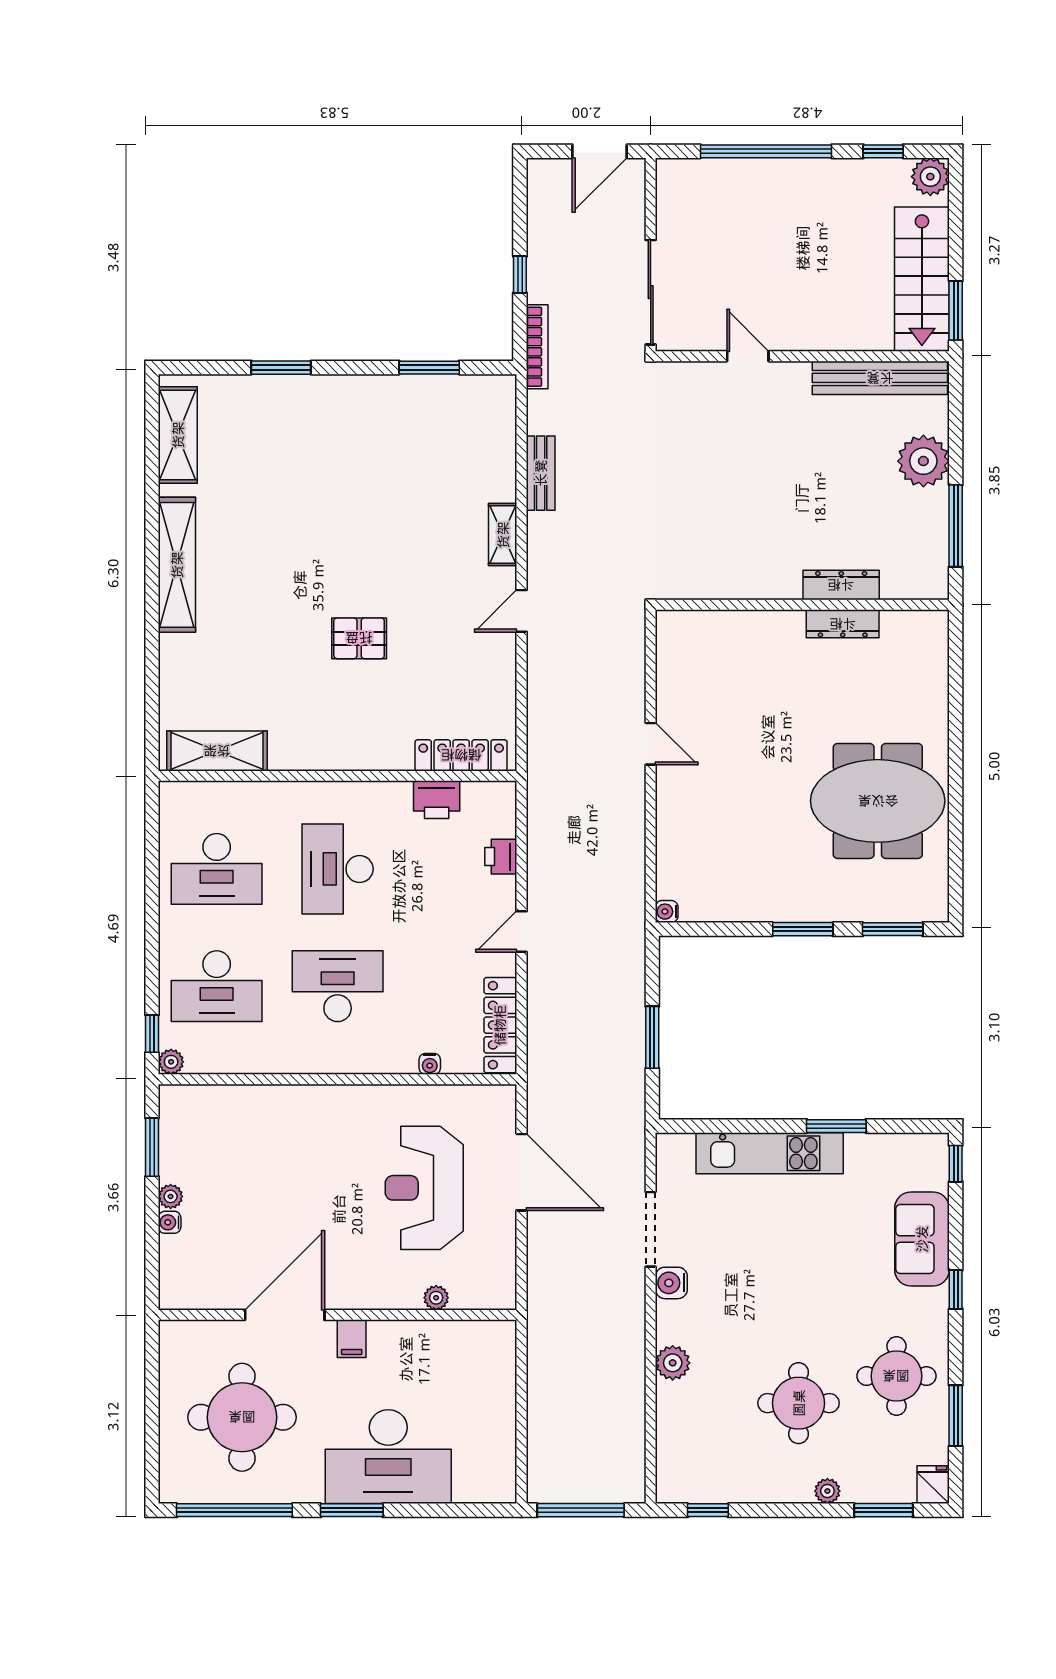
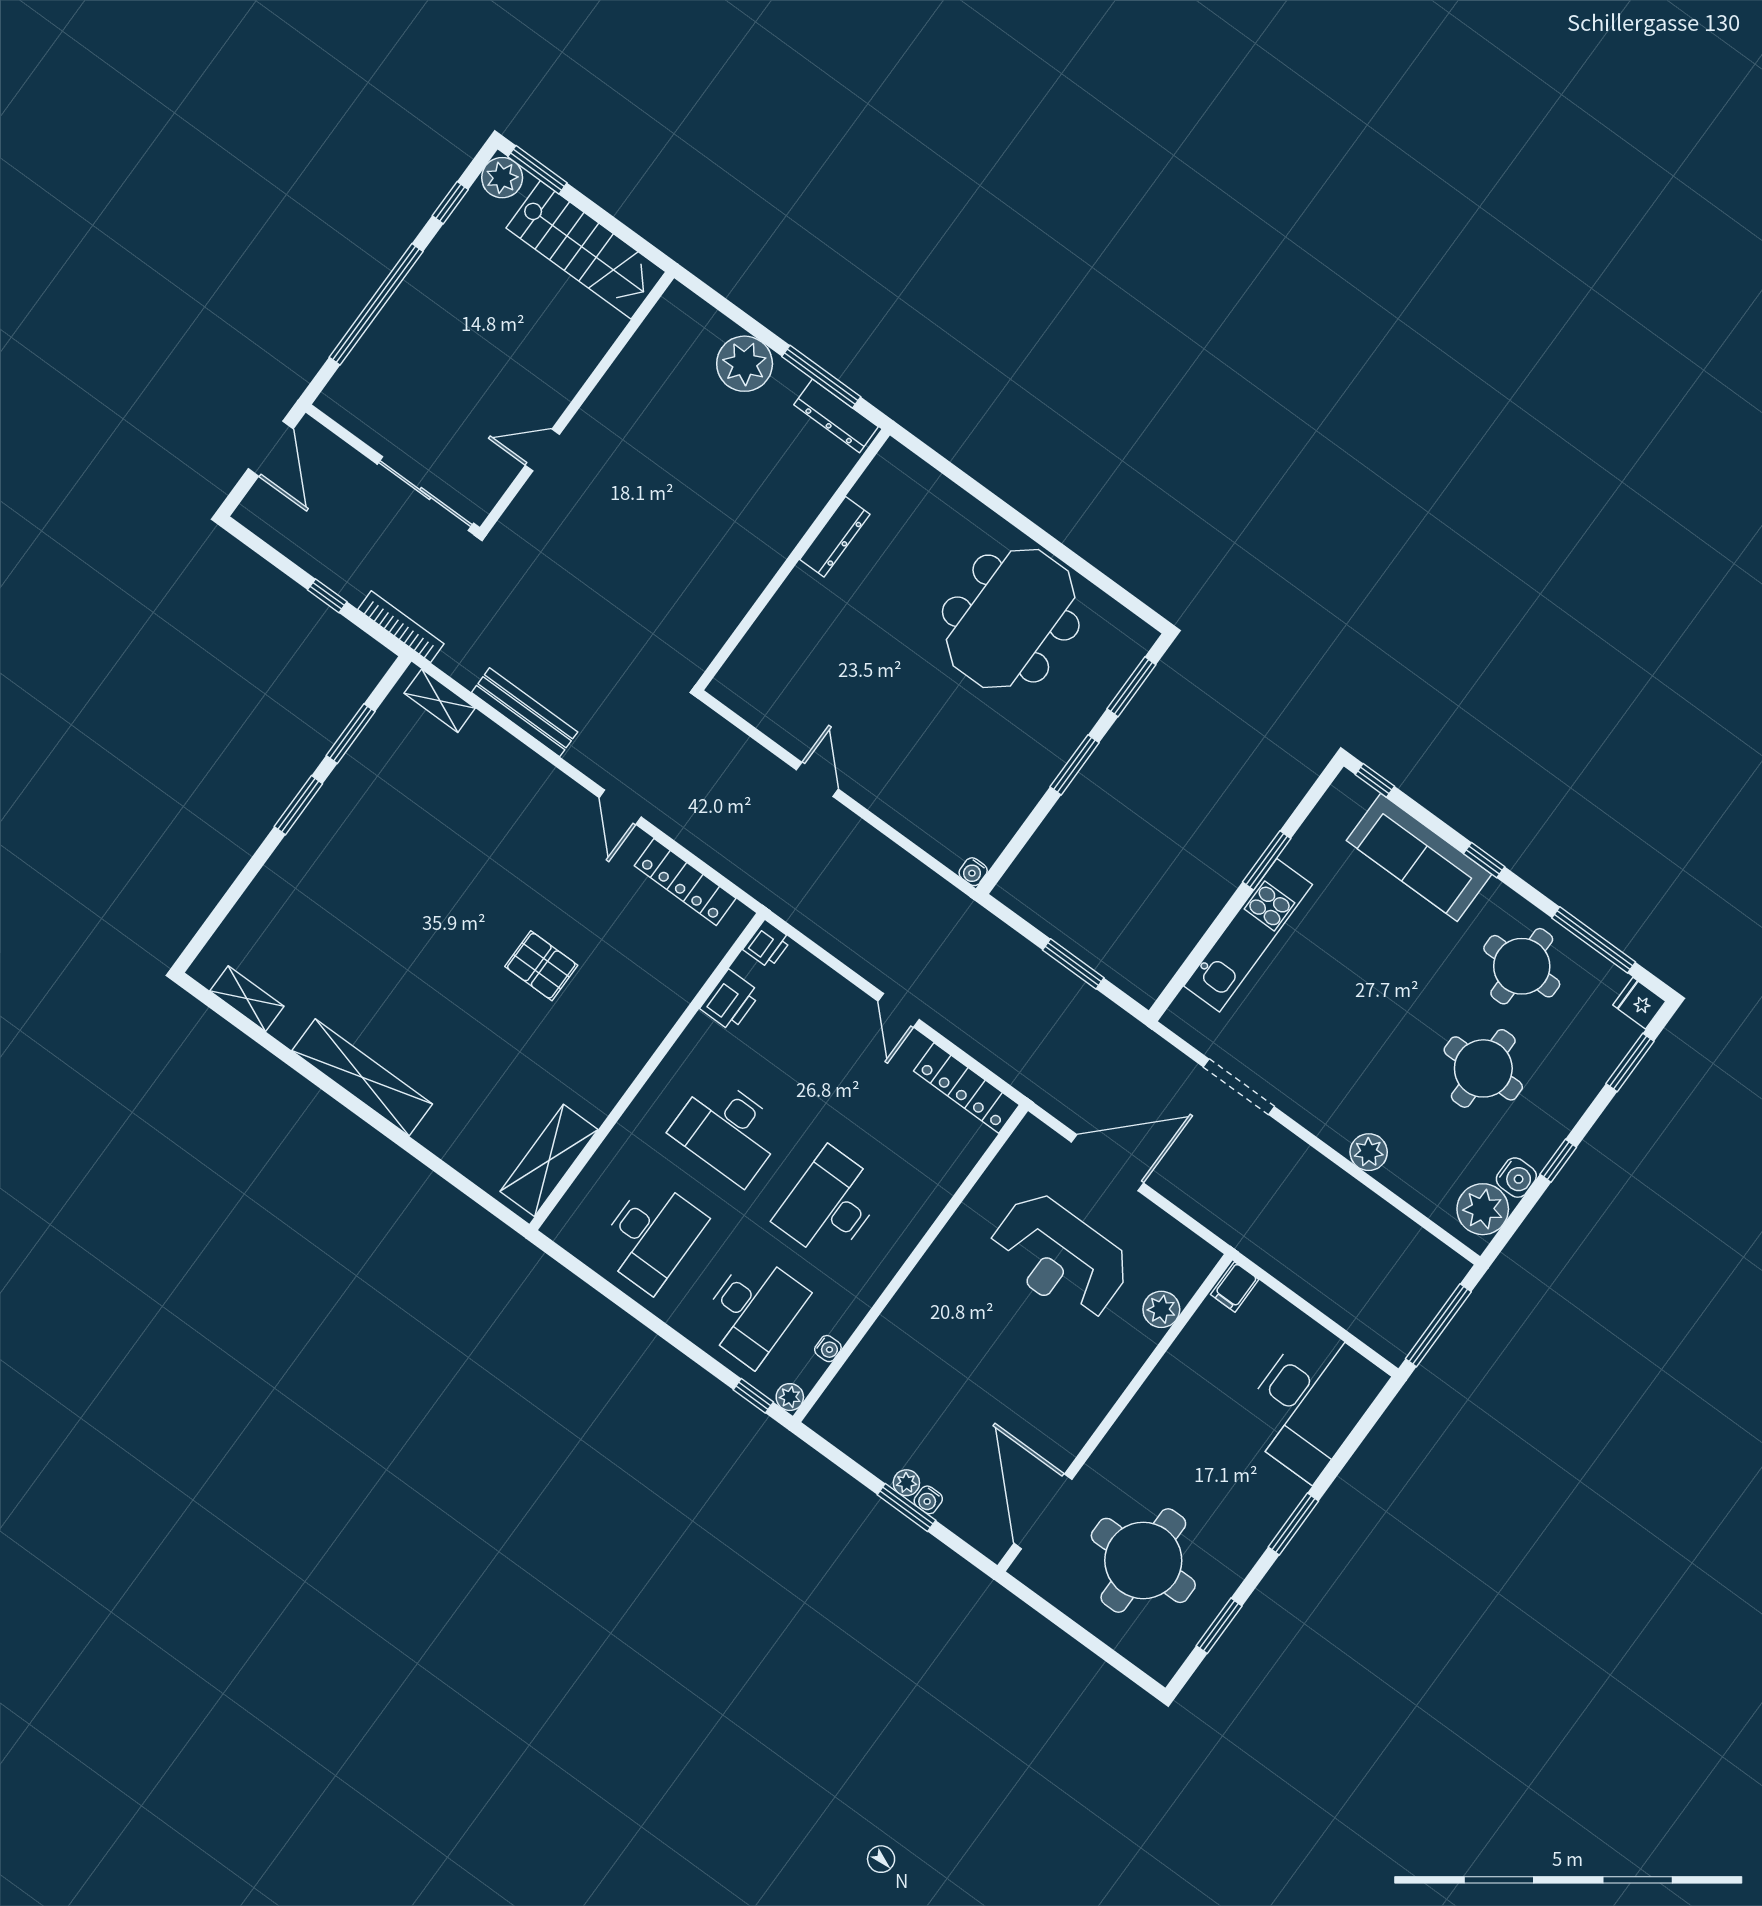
window: (956, 311) -> (537, 170), moved
window: (281, 368) -> (298, 805), moved
bench: (880, 378) -> (645, 349), removed
shelving: (178, 435) -> (247, 999), width x0.67, depth x0.75
bench: (541, 473) -> (525, 712), width x1.36
shelving: (503, 535) -> (440, 701), moved
dresser: (841, 585) -> (836, 416), moved, turned -90
pallet: (359, 638) -> (541, 966), turned 90
door: (651, 744) -> (817, 779), hinge flipped
locker: (461, 755) -> (685, 882), moved, turned -90
printer: (501, 857) -> (767, 944), moved, turned -90
water cooler: (430, 1064) -> (828, 1349), moved
window: (152, 1147) -> (906, 1507), moved
sofa: (922, 1239) -> (1419, 857), width x1.36
water cooler: (671, 1283) -> (1516, 1178), moved, turned -90
plant: (436, 1298) -> (1161, 1309), width x1.38, depth x1.38
door: (285, 1315) -> (1043, 1511), moved
filing cabinet: (352, 1339) -> (1235, 1287), moved, turned 90
window: (956, 1416) -> (1594, 940), width x1.44
desk: (388, 1457) -> (1312, 1402), moved
plant: (827, 1491) -> (1483, 1209), moved, width x1.87, depth x1.87
window: (234, 1510) -> (1219, 1626), width x0.47
window: (708, 1510) -> (1558, 1161), moved

